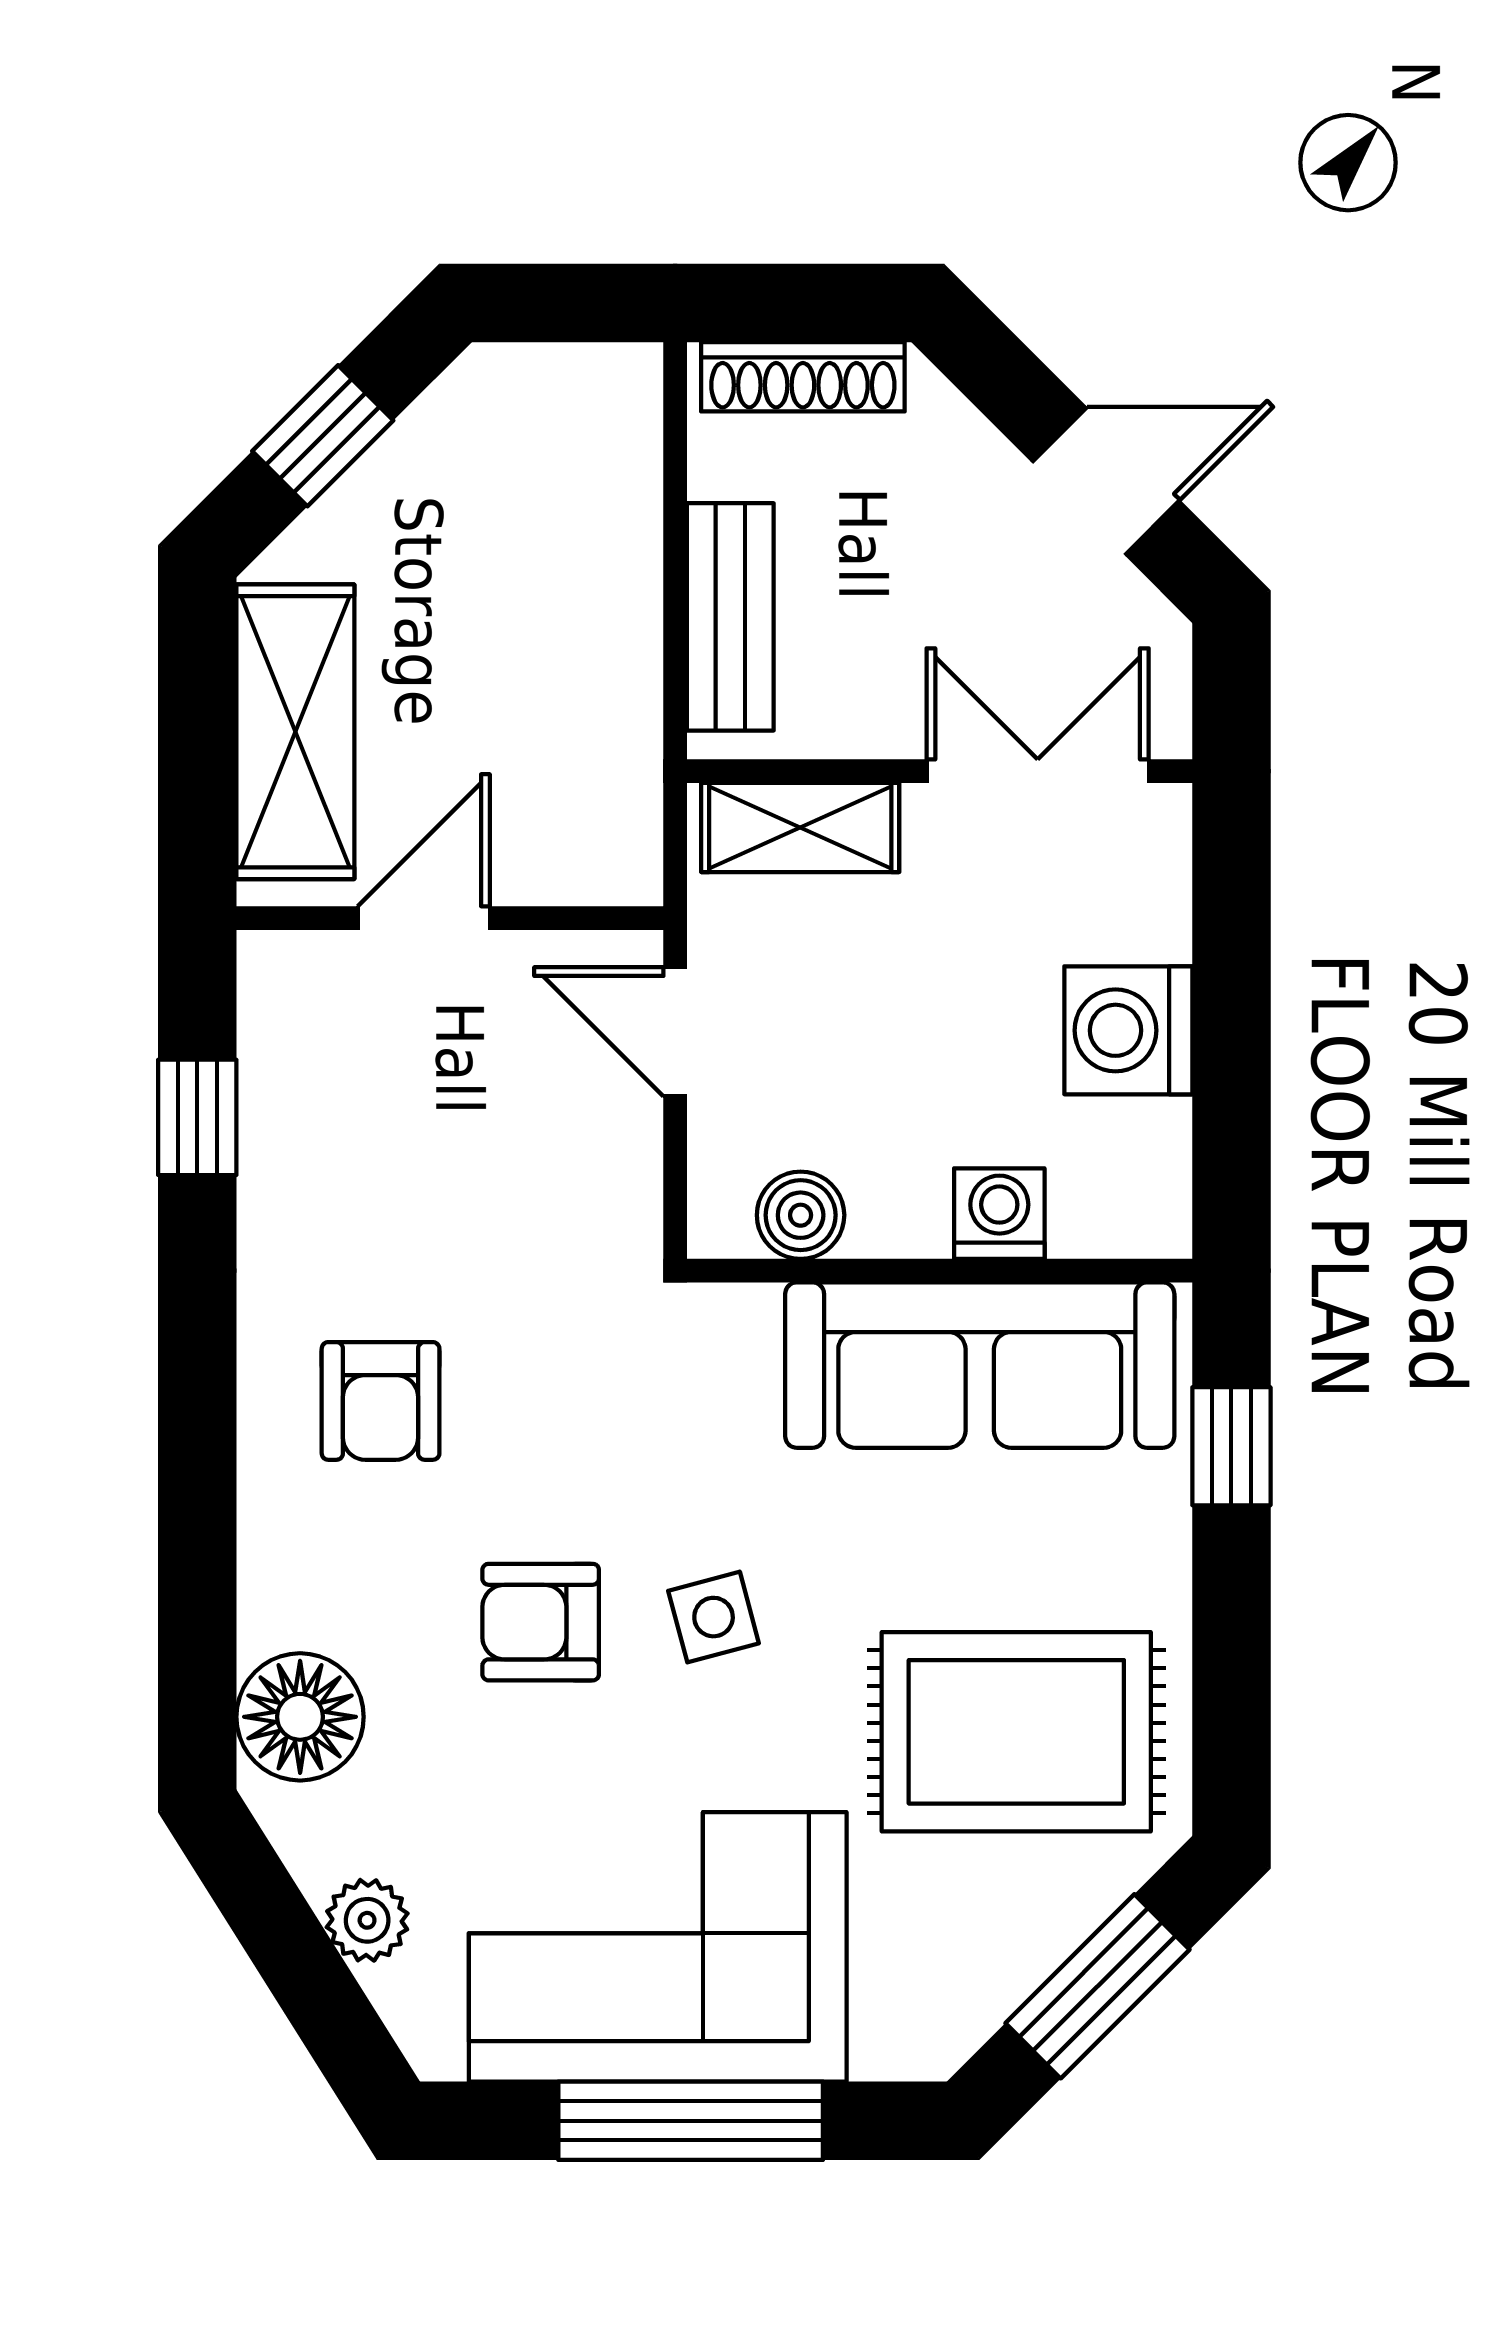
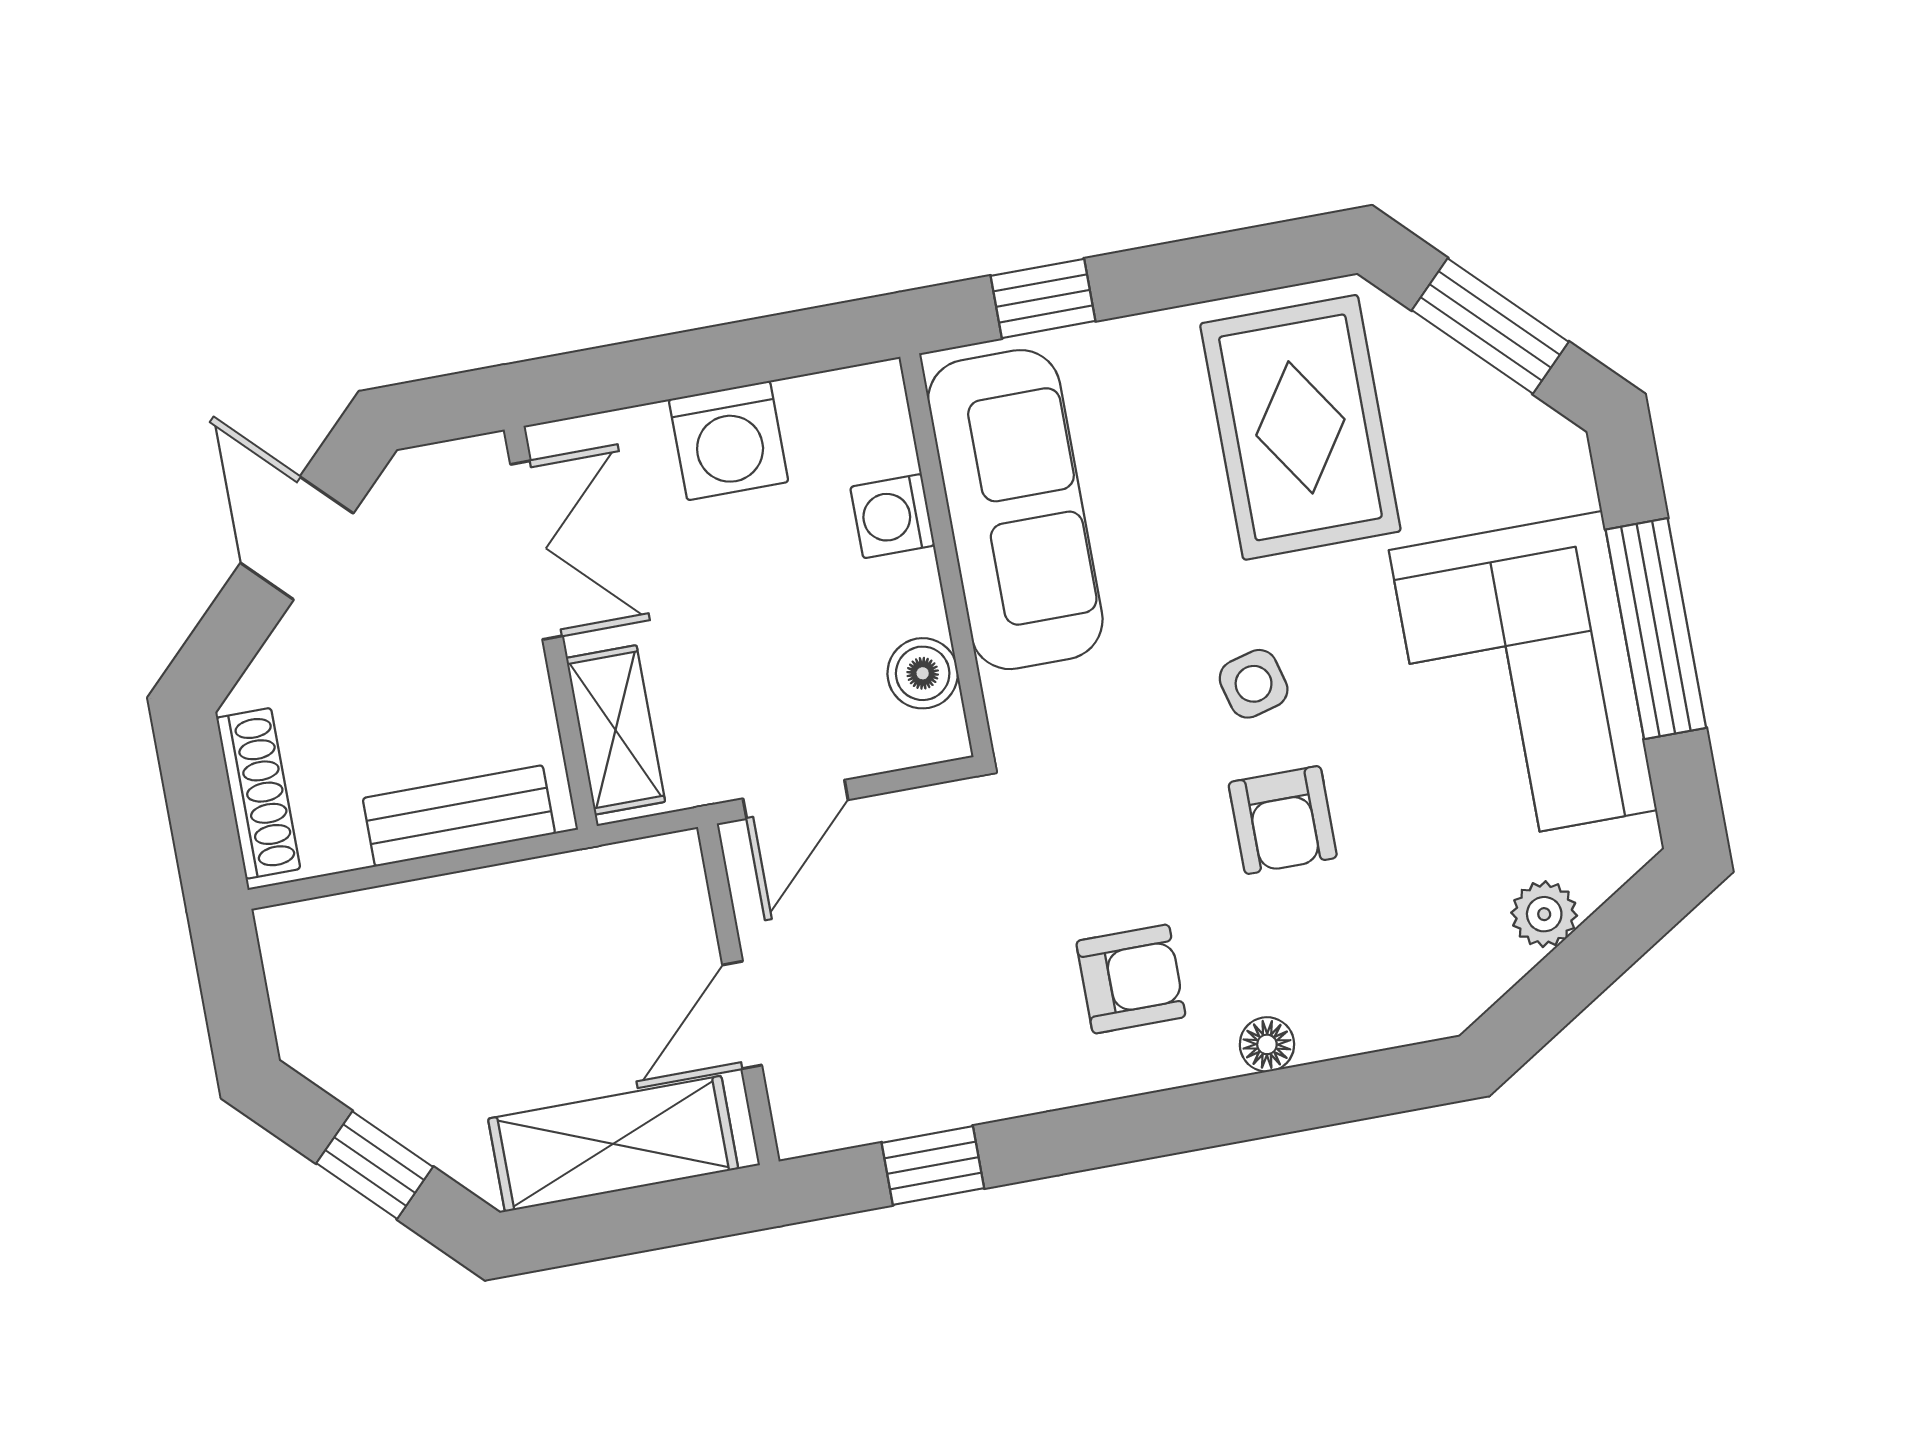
double door: (1038, 771) -> (536, 550), swing flipped
door: (424, 918) -> (742, 1015), hinge flipped
floor lamp: (300, 1717) -> (1267, 1044), moved, width x0.53, depth x0.53

